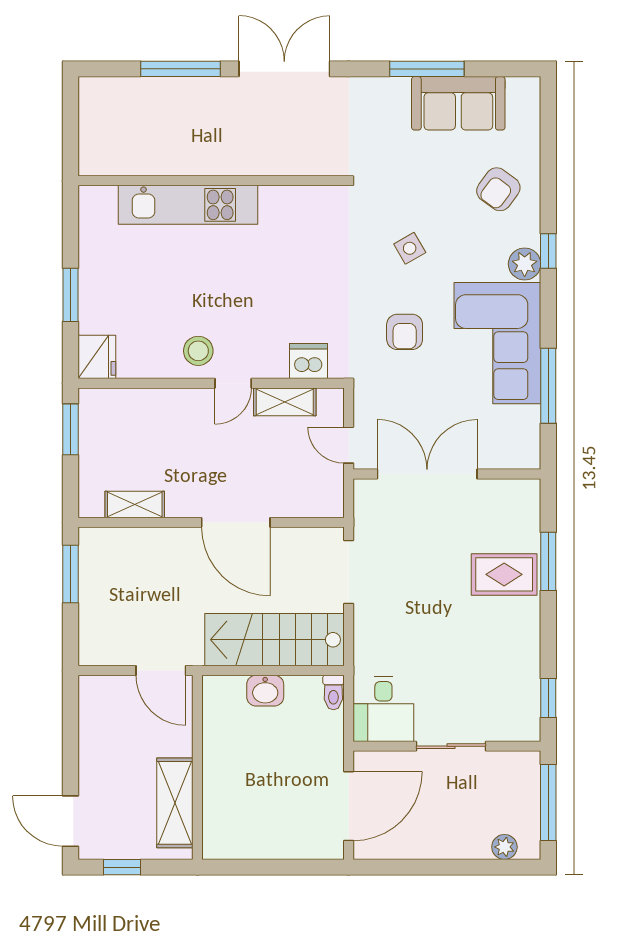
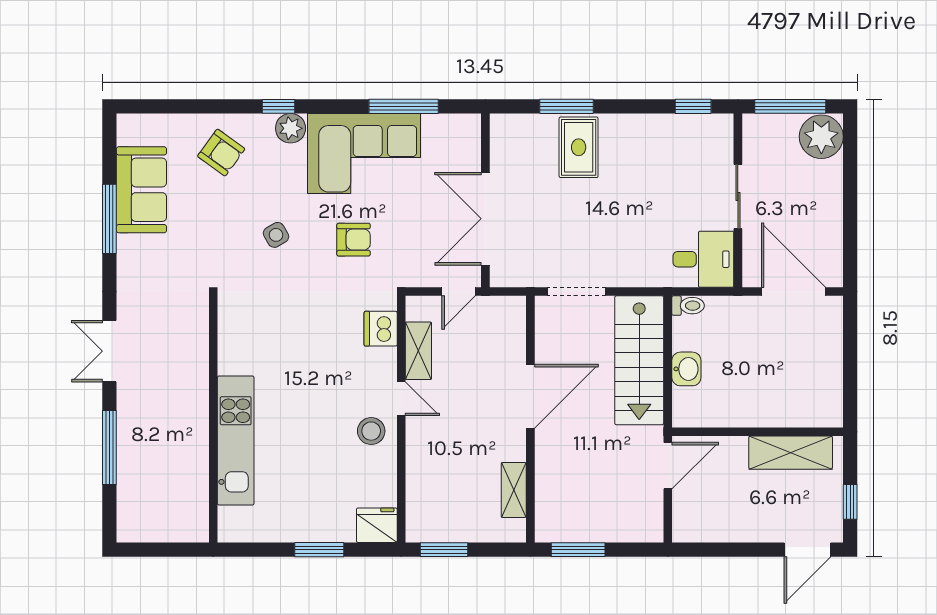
double door: (284, 69) -> (109, 351), width x0.73
plant: (504, 847) -> (821, 137), width x1.88, depth x1.88

